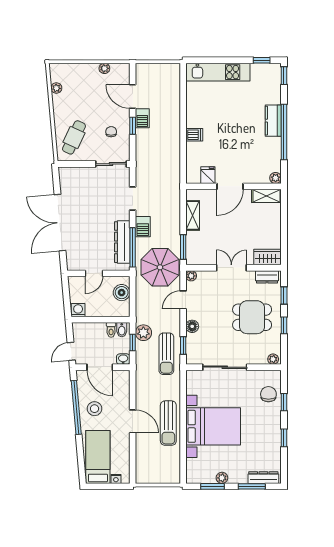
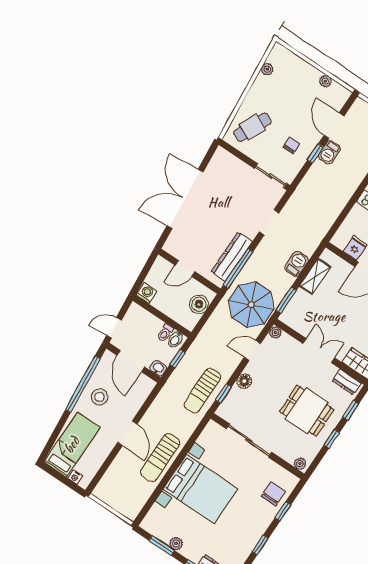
barbecue: (143, 227) -> (297, 264), moved, turned 180
plant: (143, 333) -> (194, 356), removed

